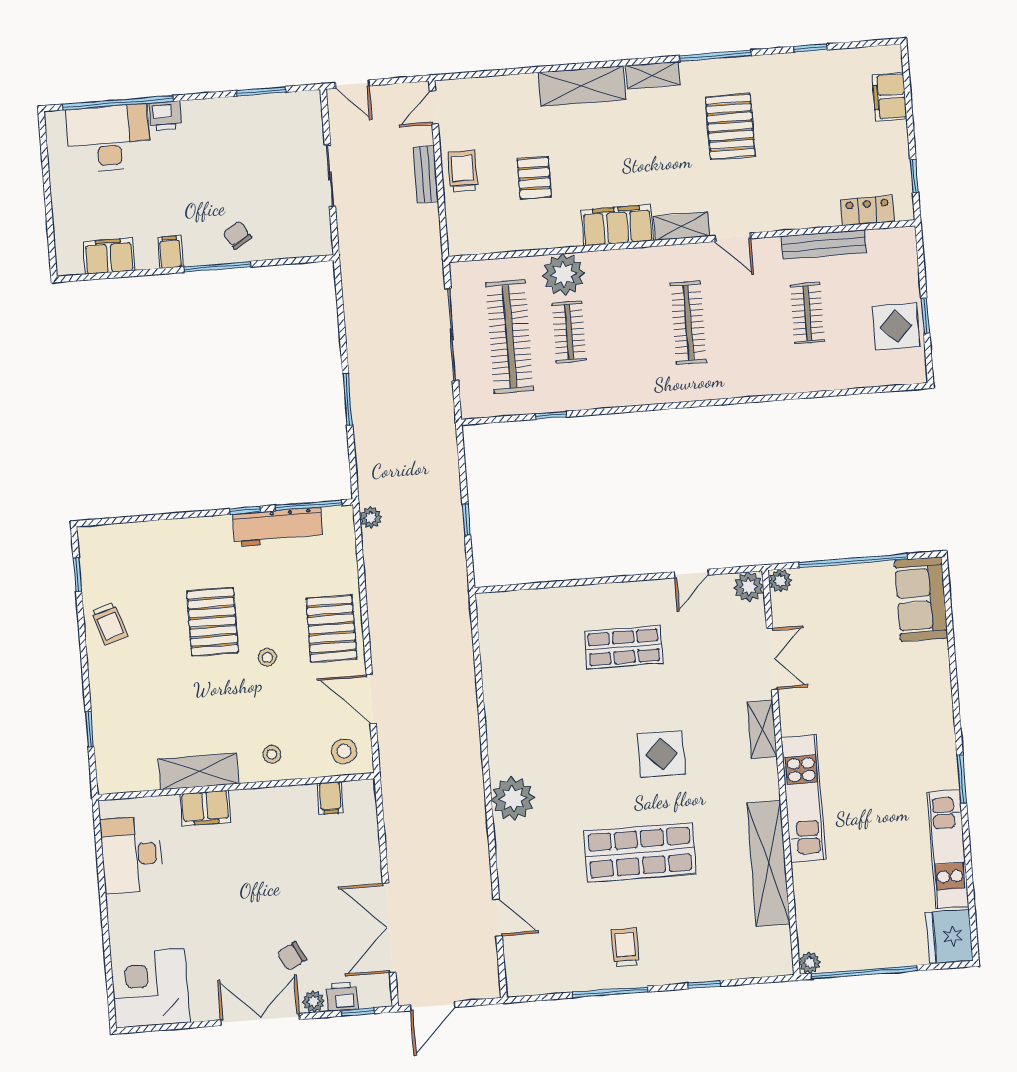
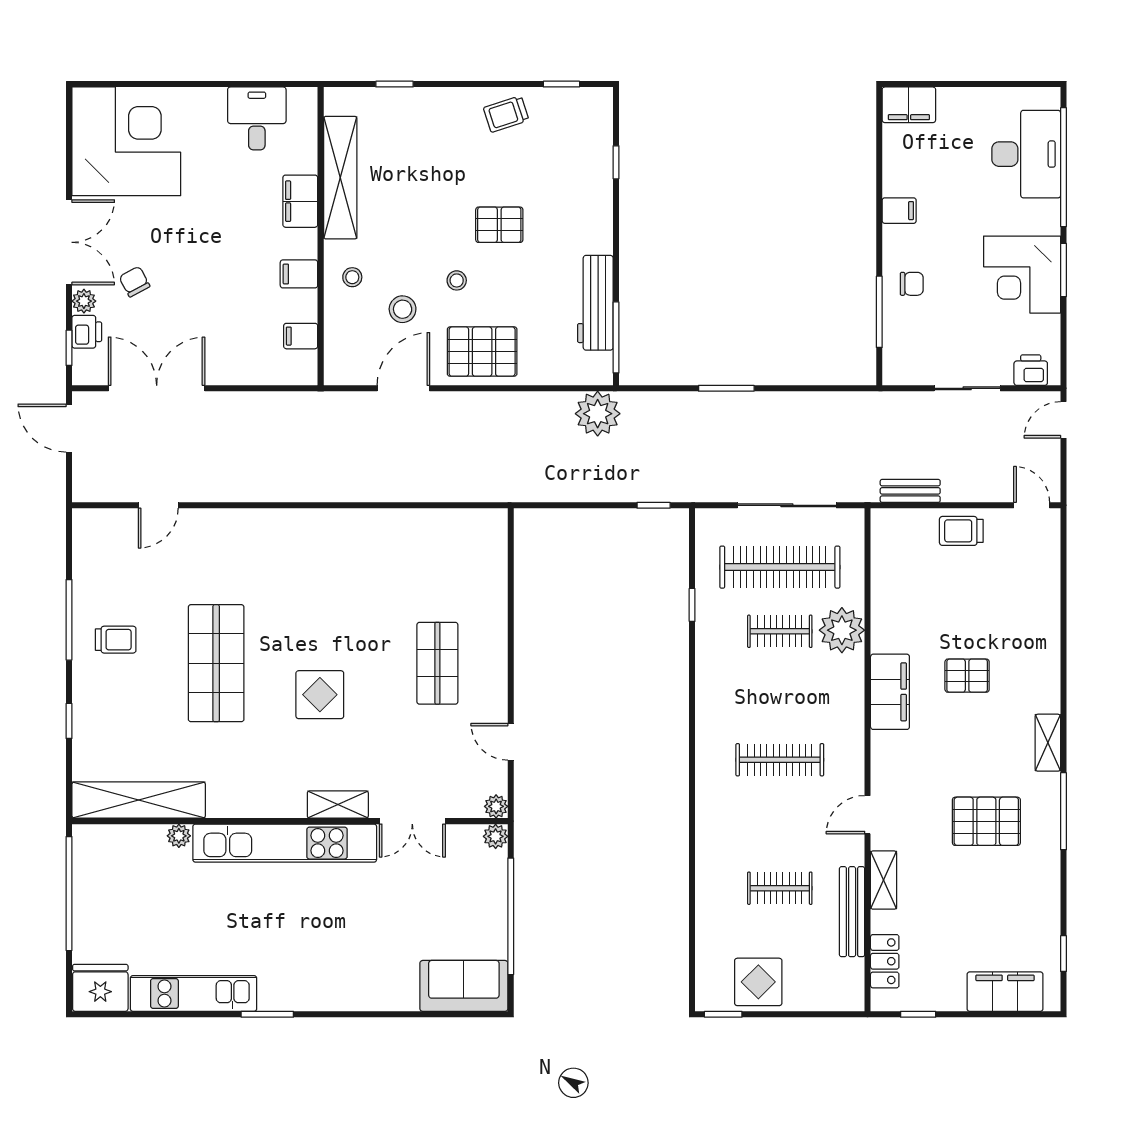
window: (810, 48) -> (1064, 954), moved
shelving: (582, 86) -> (1042, 666), removed
window: (261, 91) -> (1064, 270), moved
filing cabinet: (890, 97) -> (1005, 992), width x1.50, depth x1.17
printer: (165, 116) -> (1031, 370), moved, turned 90
corner desk: (220, 133) -> (1022, 275), added
trolley: (463, 171) -> (961, 531), turned 180
bench: (426, 174) -> (910, 491), moved
pallet: (534, 178) -> (967, 676), moved
shelving: (682, 226) -> (884, 880), moved
chair: (237, 235) -> (912, 284), turned 31
filing cabinet: (109, 256) -> (909, 105), moved, turned 90
window: (217, 267) -> (879, 312), moved
window: (925, 316) -> (723, 1014), moved
window: (245, 510) -> (616, 162), moved
plant: (371, 518) -> (598, 414), width x1.88, depth x1.88
window: (466, 520) -> (654, 505), moved
plant: (749, 587) -> (496, 806), width x0.73, depth x0.73
pallet: (213, 622) -> (499, 225), width x0.67, depth x0.71
stool: (344, 751) -> (403, 309), moved
shelving: (199, 771) -> (340, 178), width x1.47
kitchen unit: (804, 798) -> (285, 843), width x1.36
plant: (513, 799) -> (285, 532), removed
filing cabinet: (273, 804) -> (299, 274), added
desk: (132, 854) -> (257, 118), width x0.73
shelving: (768, 863) -> (139, 800), moved
plant: (810, 963) -> (179, 836), moved
corner desk: (150, 988) -> (126, 141), width x1.36, depth x1.36

